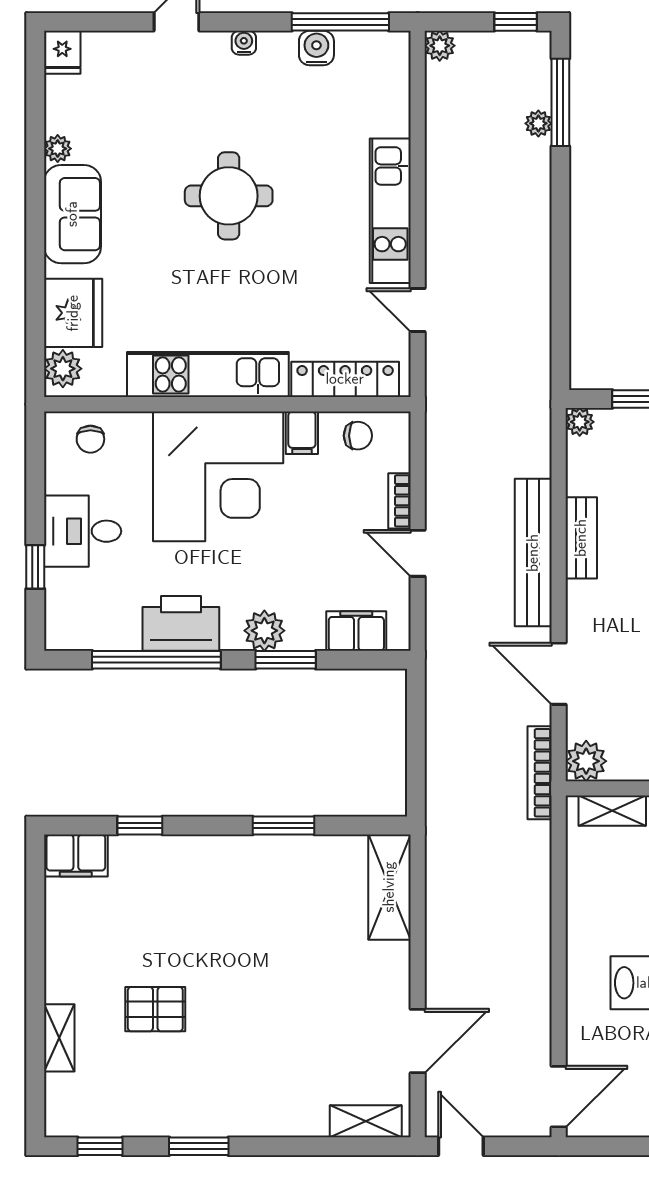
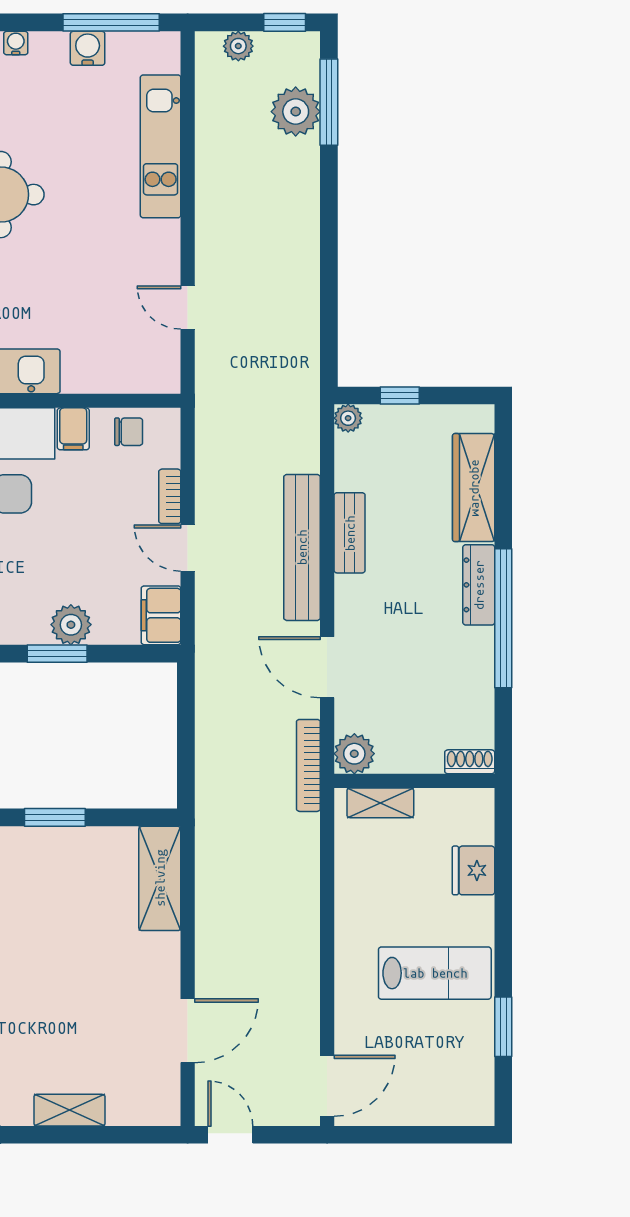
plant: (440, 46) -> (238, 46), moved
plant: (538, 123) -> (296, 112), width x1.88, depth x1.88
kitchen unit: (390, 211) -> (161, 146), moved
locker: (345, 379) -> (116, 376), removed
plant: (264, 631) -> (71, 625), moved
filing cabinet: (356, 631) -> (161, 615), moved, turned -90
shelving: (366, 1121) -> (69, 1110), moved

